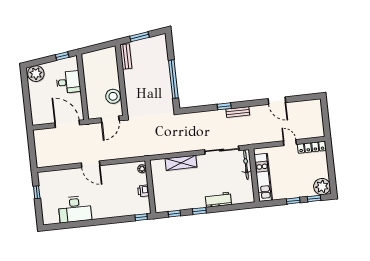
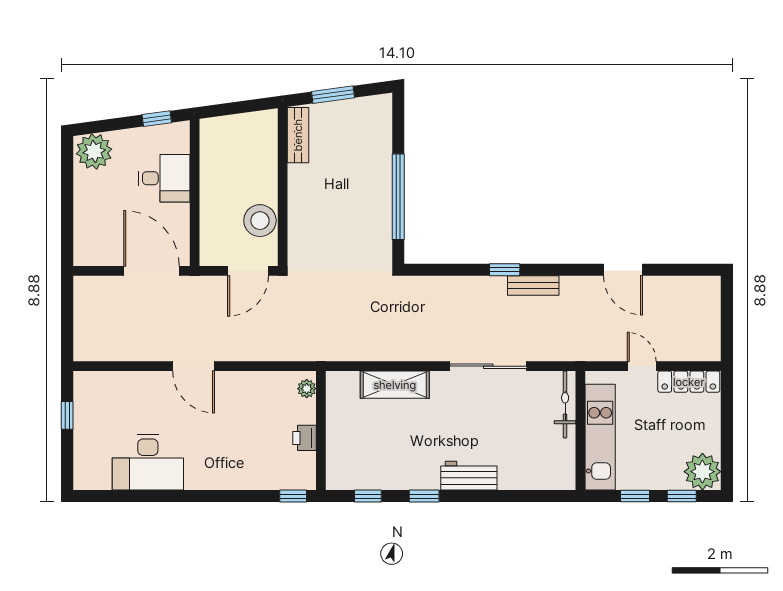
bicycle: (246, 165) -> (565, 405), moved
wall: (254, 175) -> (580, 431), moved
kitchen unit: (263, 177) -> (600, 437), moved

